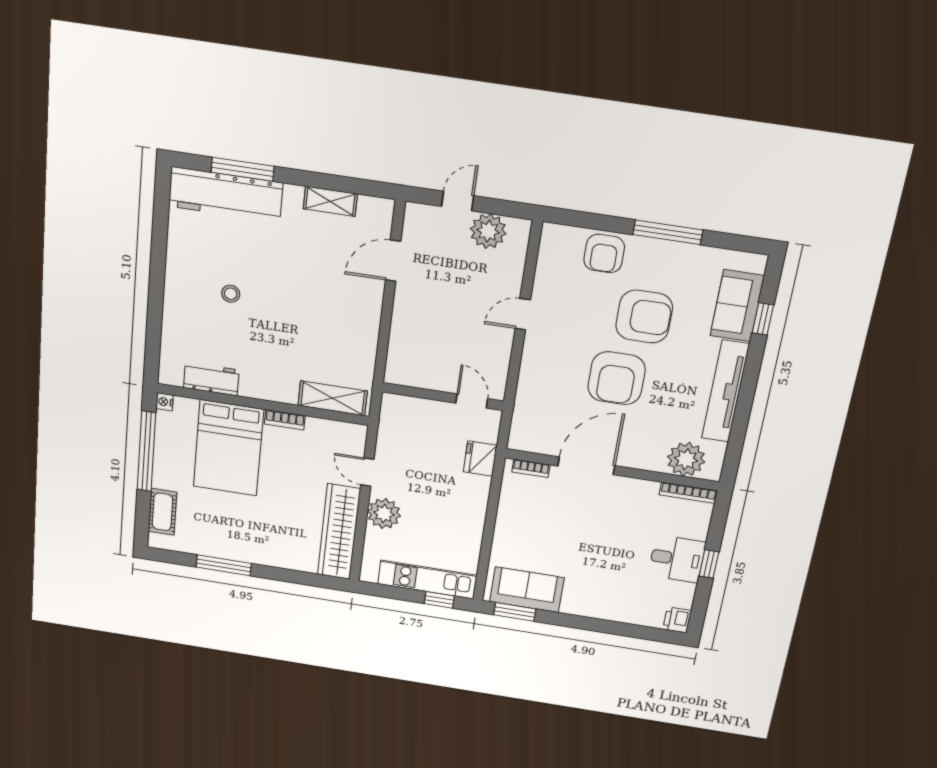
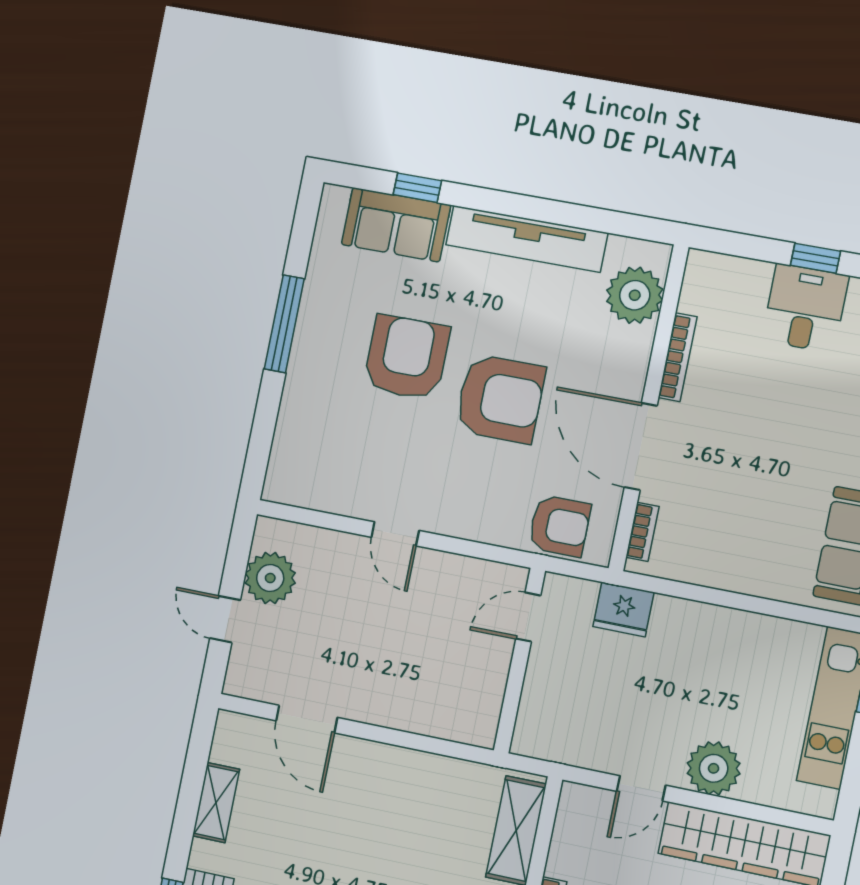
armchair: (604, 254) -> (560, 526), moved
bookcase: (688, 493) -> (678, 357), moved

